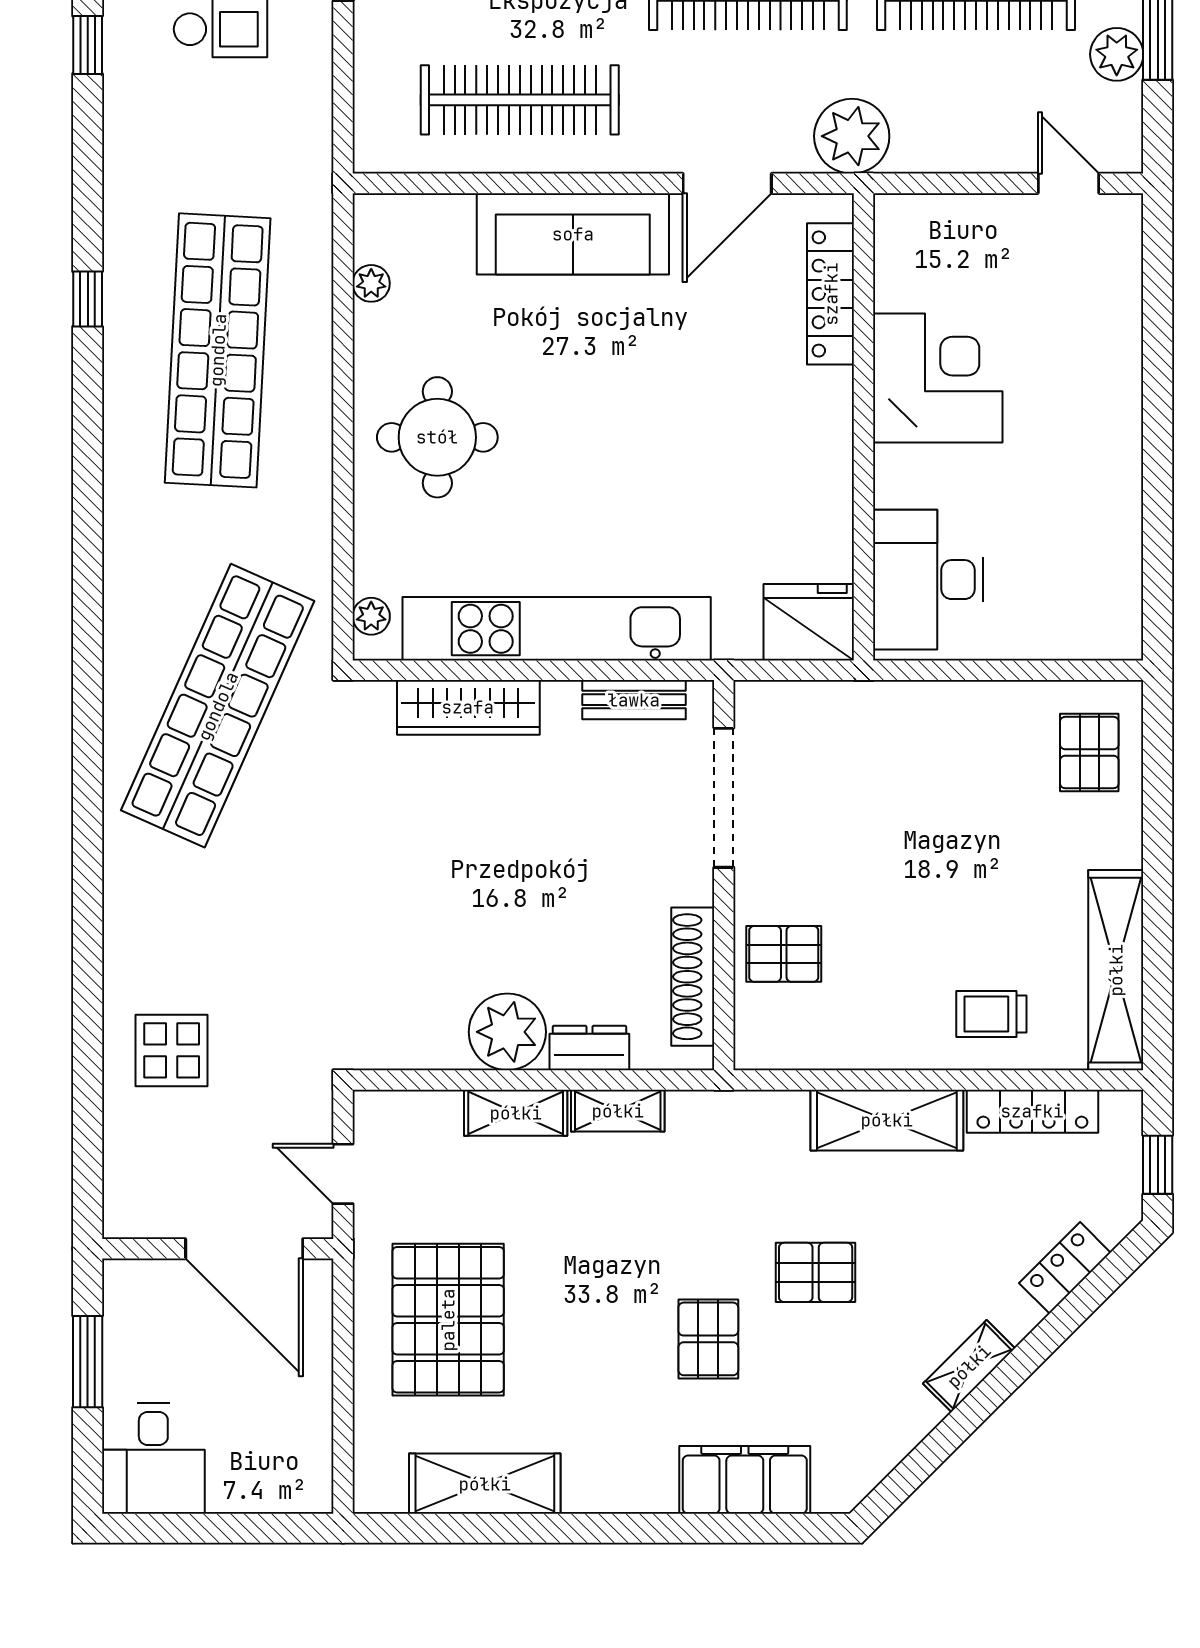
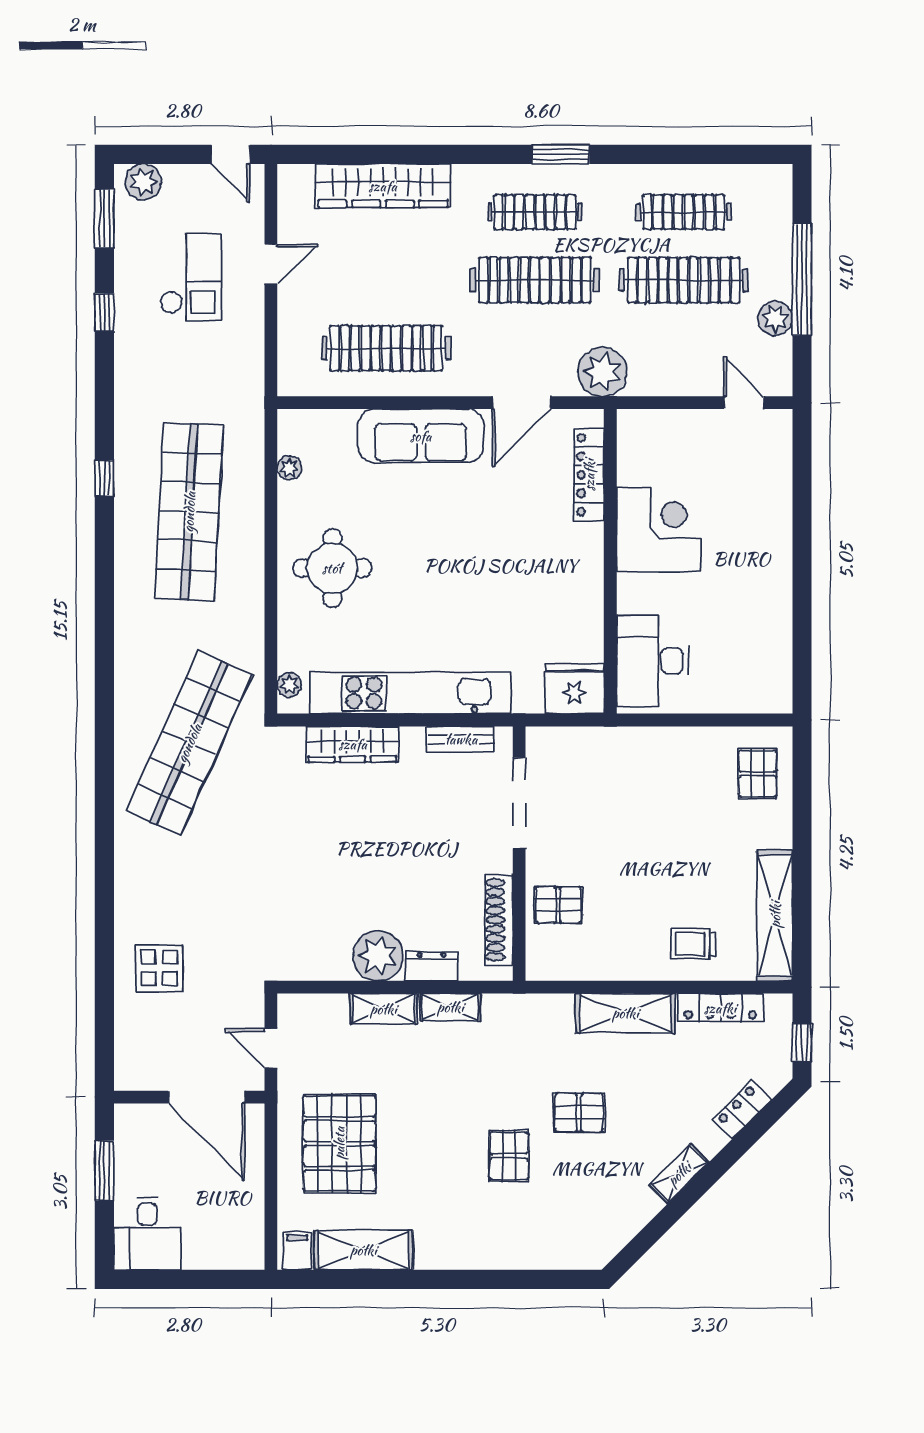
filing cabinet: (745, 1480) -> (297, 1251), moved, width x0.33, depth x0.86

